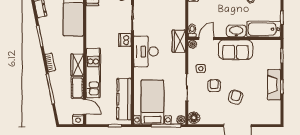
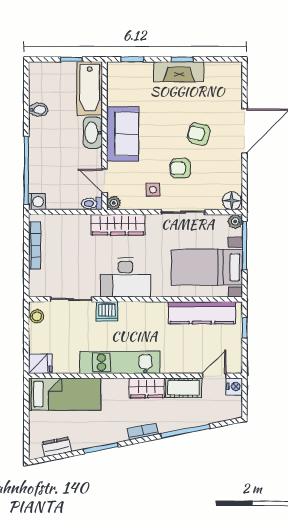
wardrobe: (179, 41) -> (118, 225), width x1.50
kitchen unit: (93, 73) -> (120, 362), moved

